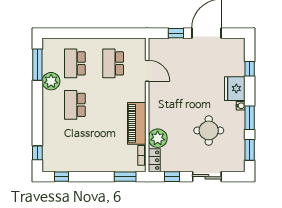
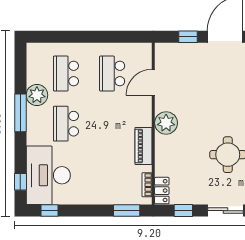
window: (37, 65) -> (20, 113), moved
door: (147, 71) -> (153, 82), swing flipped
piano: (137, 123) -> (143, 146), width x0.73, depth x0.75
plant: (158, 138) -> (166, 123), moved
desk: (60, 148) -> (48, 175), added

